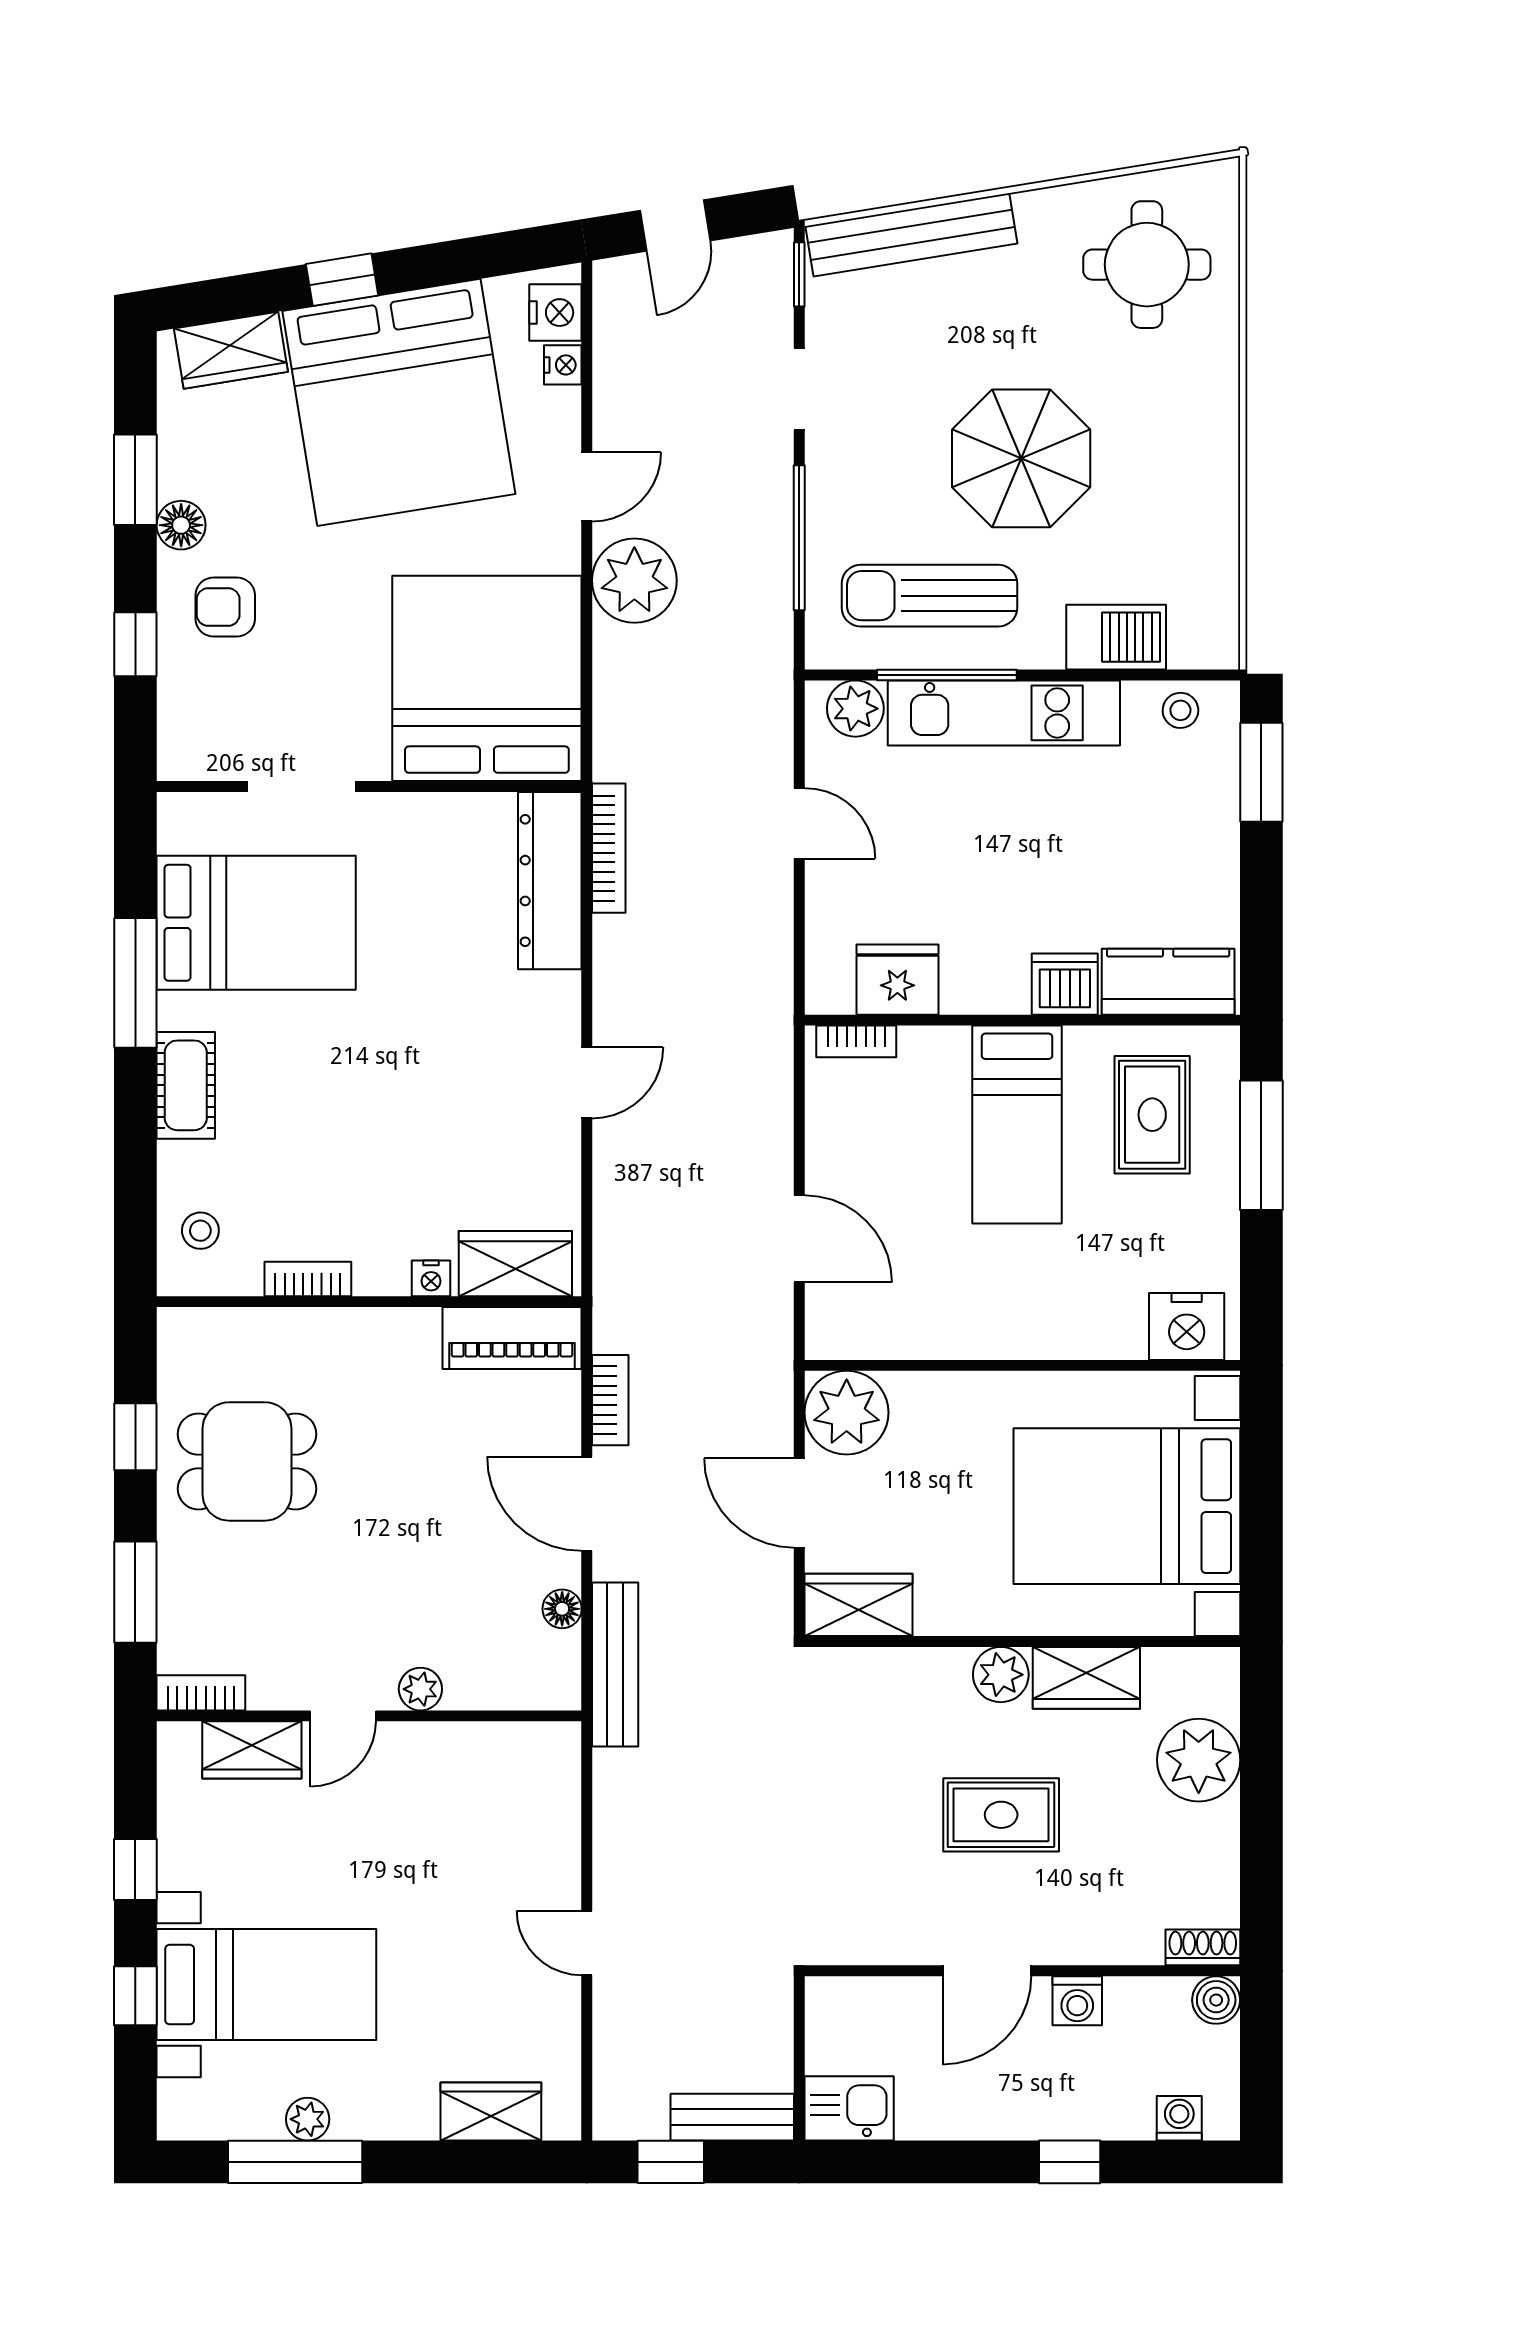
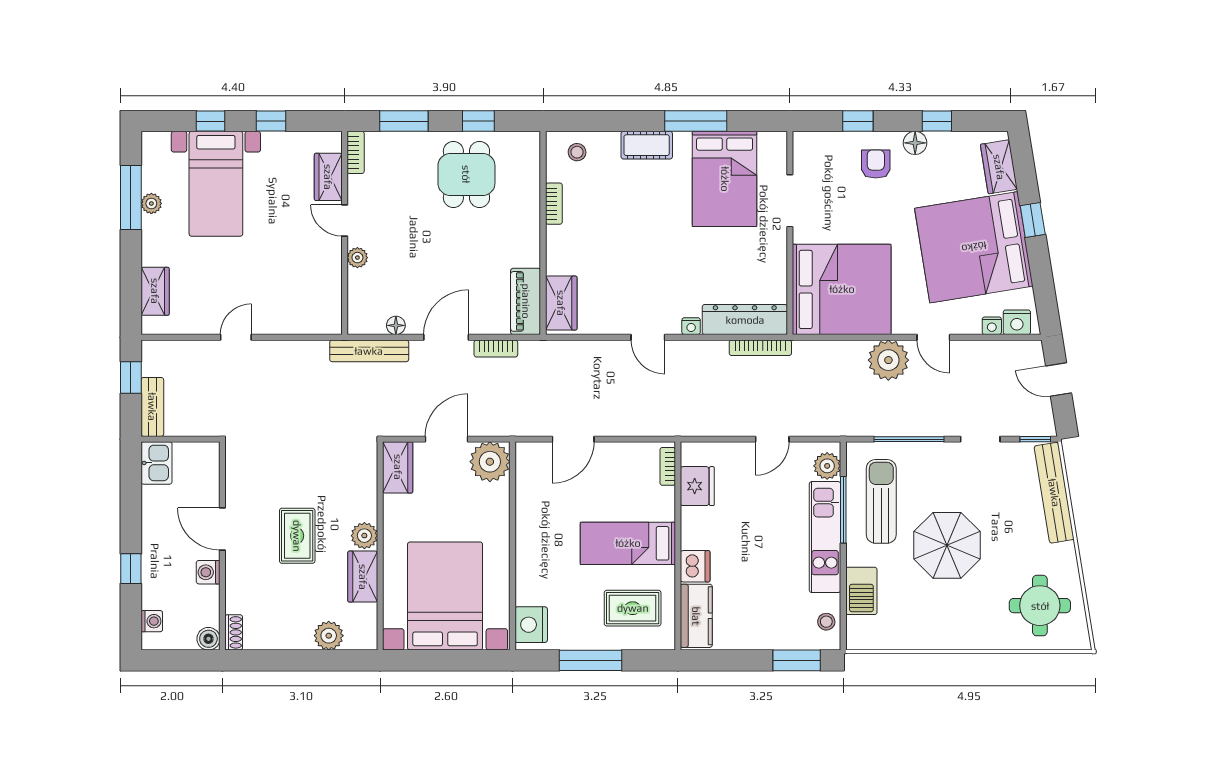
window: (135, 480) -> (937, 121), width x0.67
window: (1261, 1145) -> (590, 660), moved
nightstand: (431, 1278) -> (691, 326), moved, turned -90
plant: (1199, 1760) -> (329, 636), width x0.73, depth x0.73

